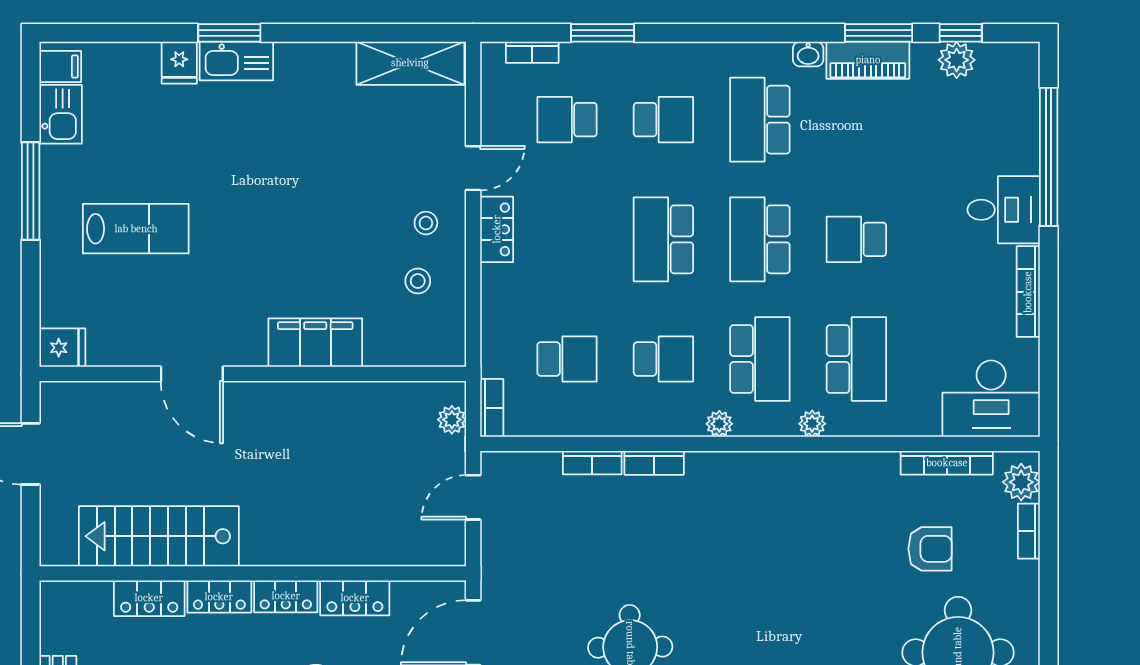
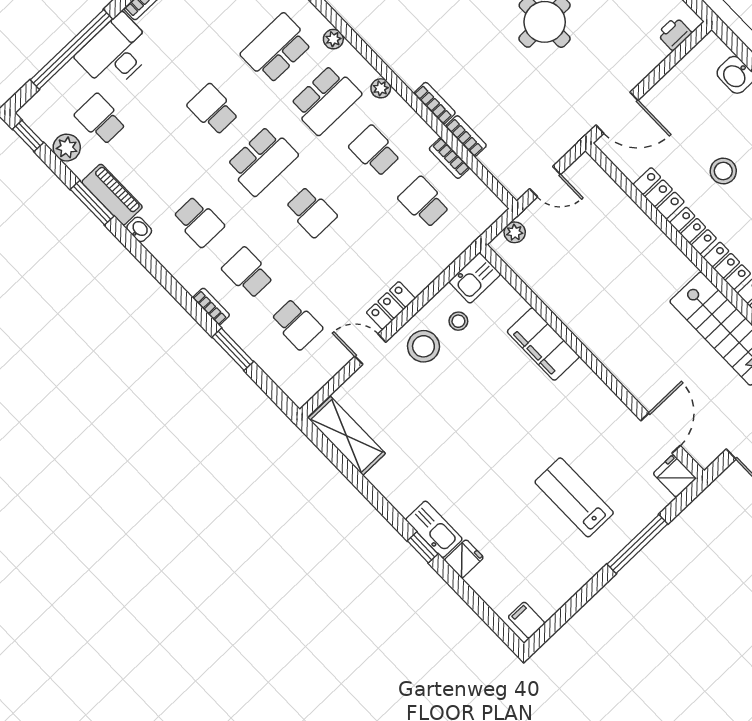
window: (229, 33) -> (423, 547), width x0.67
window: (961, 33) -> (28, 136), moved
bookcase: (532, 52) -> (211, 306), moved
kitchen sink: (61, 114) -> (475, 278), moved, turned 180
school desk: (760, 120) -> (199, 222), width x0.54
school desk: (953, 120) -> (100, 119), added
window: (31, 191) -> (637, 544), moved
desk: (1004, 210) -> (116, 53), width x1.37
stool: (426, 223) -> (423, 346), width x1.89, depth x1.89
school desk: (663, 239) -> (311, 212), width x0.54
school desk: (856, 239) -> (213, 109), turned 180
school desk: (760, 359) -> (326, 100), turned 180
door: (192, 374) -> (660, 433), moved
bookcase: (492, 408) -> (449, 158), moved, turned -90

